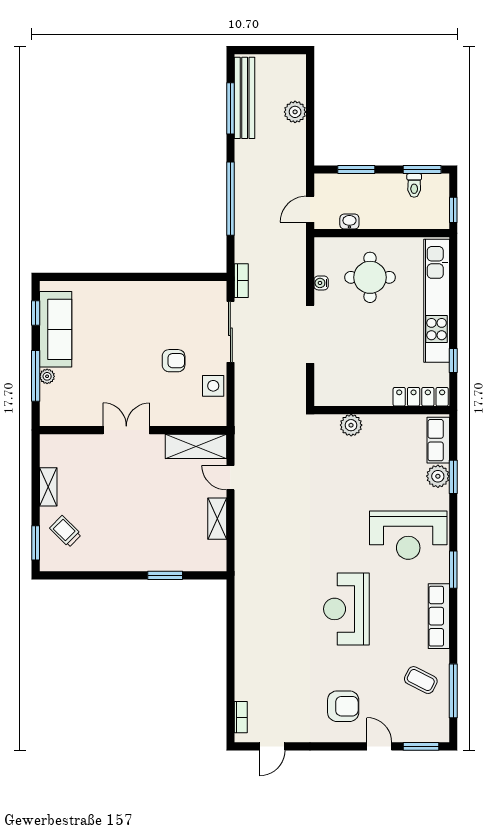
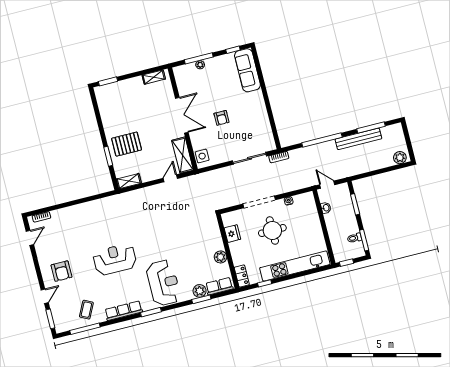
bench: (245, 98) -> (358, 139), moved
plant: (295, 112) -> (400, 158), moved
round table: (370, 277) -> (272, 231), moved
sofa: (56, 329) -> (247, 70), moved, turned 90
armchair: (174, 361) -> (221, 118), moved
side table: (213, 386) -> (202, 156), moved
fridge: (353, 394) -> (232, 234), added
locker: (421, 397) -> (242, 276), width x0.66
plant: (351, 425) -> (221, 257), moved
double door: (126, 430) -> (182, 115), width x1.37
shelving: (48, 487) -> (154, 77), moved
shelving: (217, 519) -> (129, 181), moved
trolley: (66, 531) -> (118, 96), removed
reception desk: (408, 535) -> (163, 283), turned 180
pallet: (152, 538) -> (127, 144), added
door: (272, 746) -> (30, 238), swing flipped

